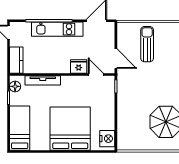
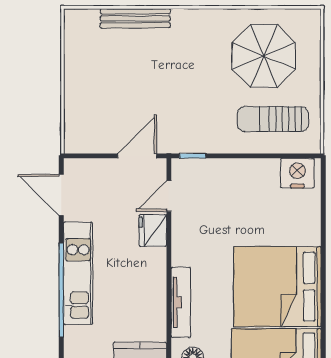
sun lounger: (147, 44) -> (273, 119), moved
bed: (70, 129) -> (277, 287), moved

